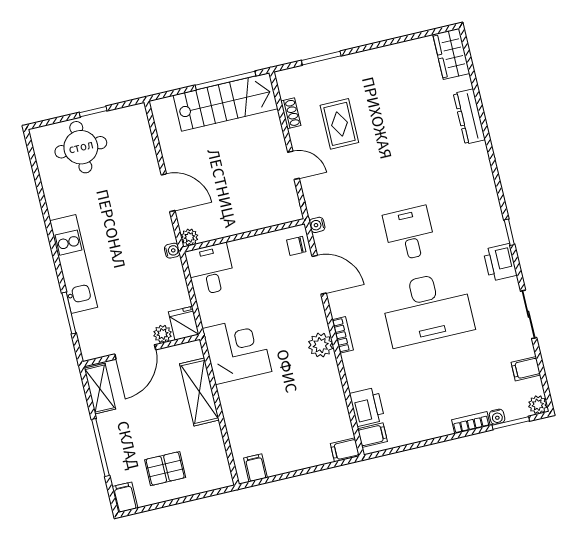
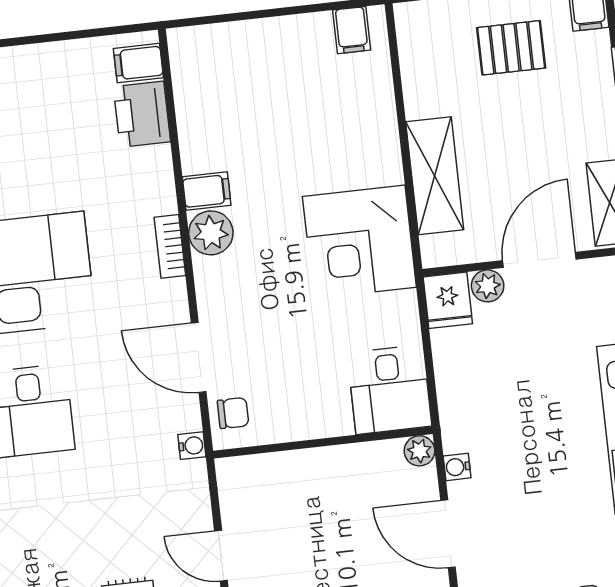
water cooler: (172, 251) -> (457, 467), moved
filing cabinet: (345, 450) -> (207, 191), moved

